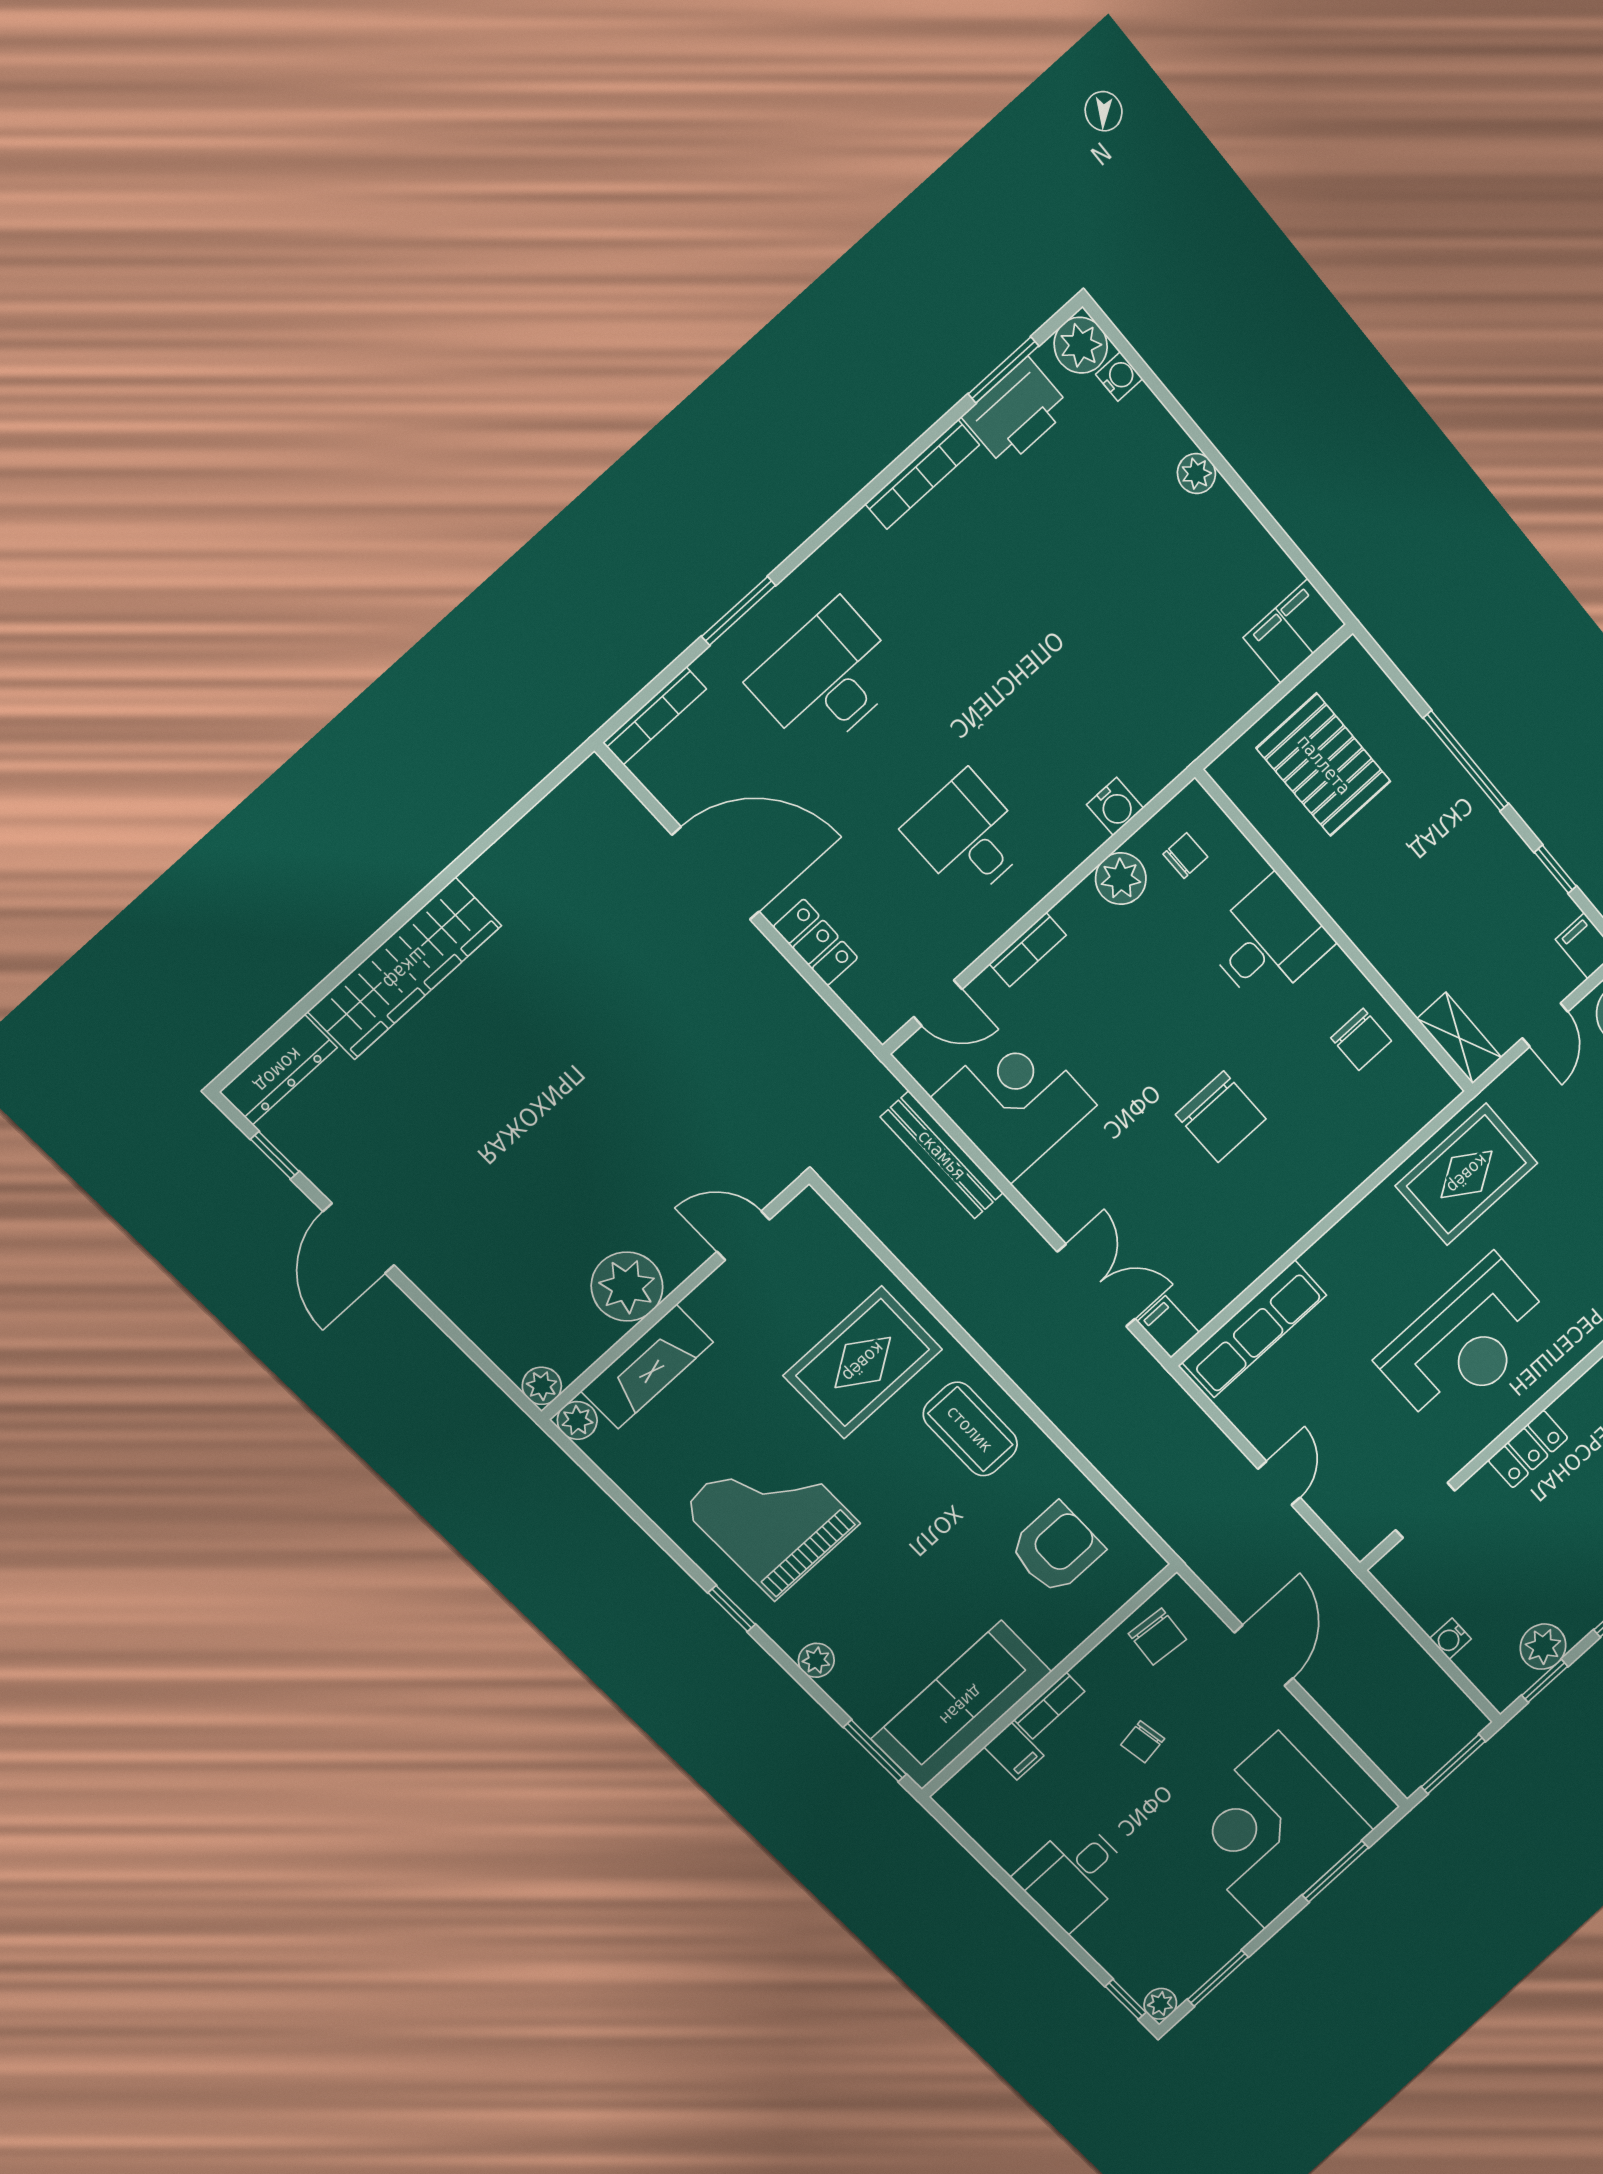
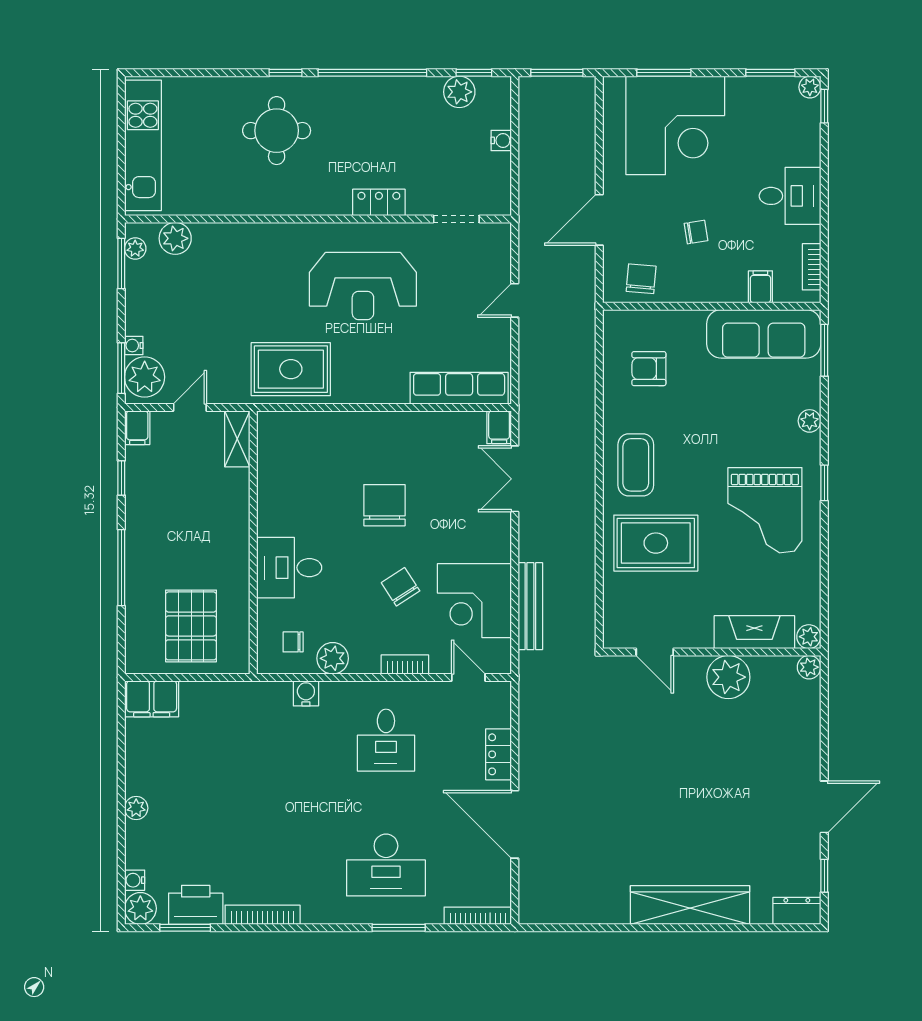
chair: (1361, 1039) -> (401, 587), moved, turned -33
dresser: (278, 1070) -> (797, 911), width x0.70
reception desk: (1466, 1342) -> (363, 286), turned 180
armchair: (1056, 1548) -> (649, 369), width x0.72, depth x0.72
bookcase: (1049, 1706) -> (812, 267), moved, turned -90

